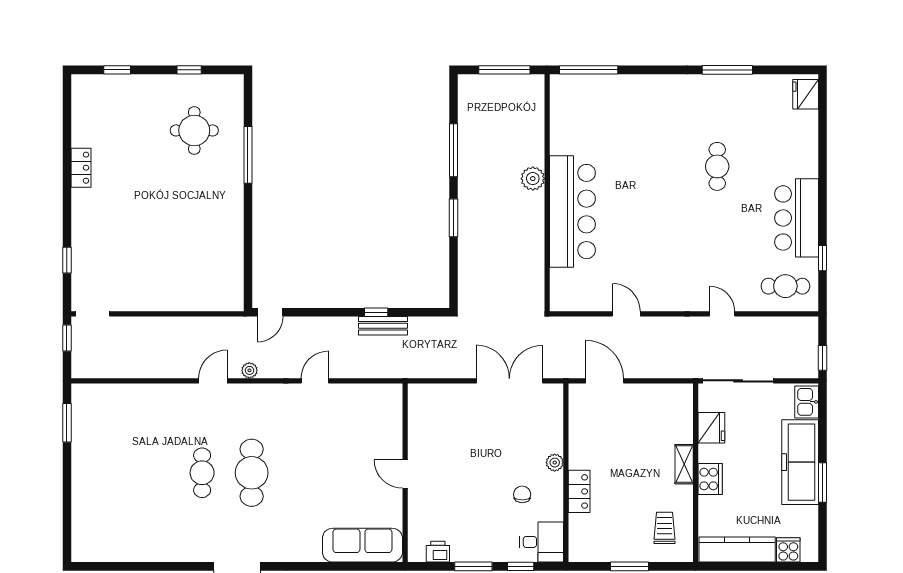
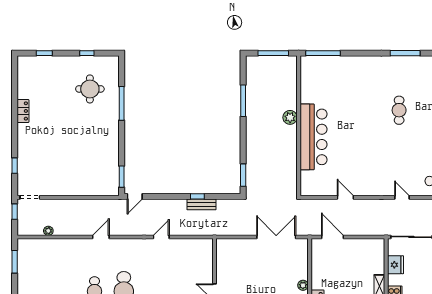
window: (454, 218) -> (243, 175), moved
window: (248, 279) -> (122, 177), added
plant: (249, 370) -> (48, 231), moved

